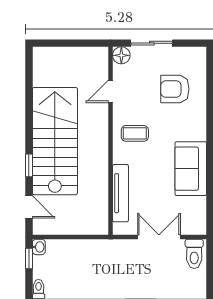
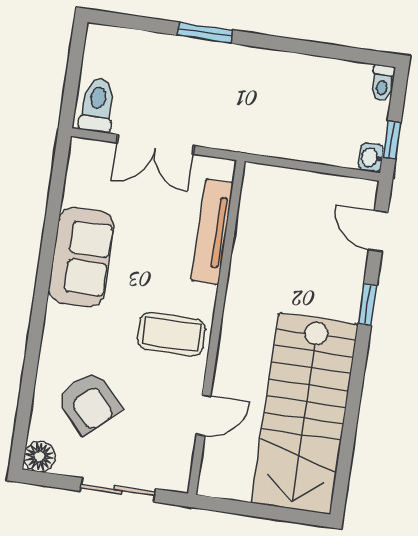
floor lamp: (121, 55) -> (39, 456), moved
armchair: (175, 89) -> (89, 403), turned 48
coffee table: (135, 133) -> (171, 334), width x1.36, depth x1.30
stairs: (55, 141) -> (305, 413), moved

